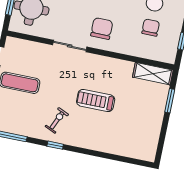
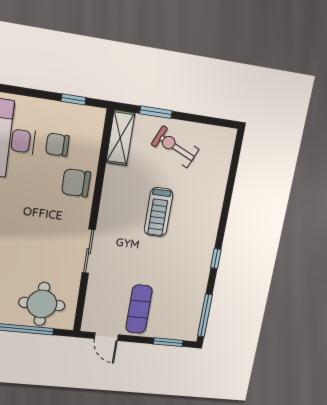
chair: (102, 28) -> (76, 183), moved
exercise bike: (57, 120) -> (175, 147), moved, width x1.38, depth x1.39

